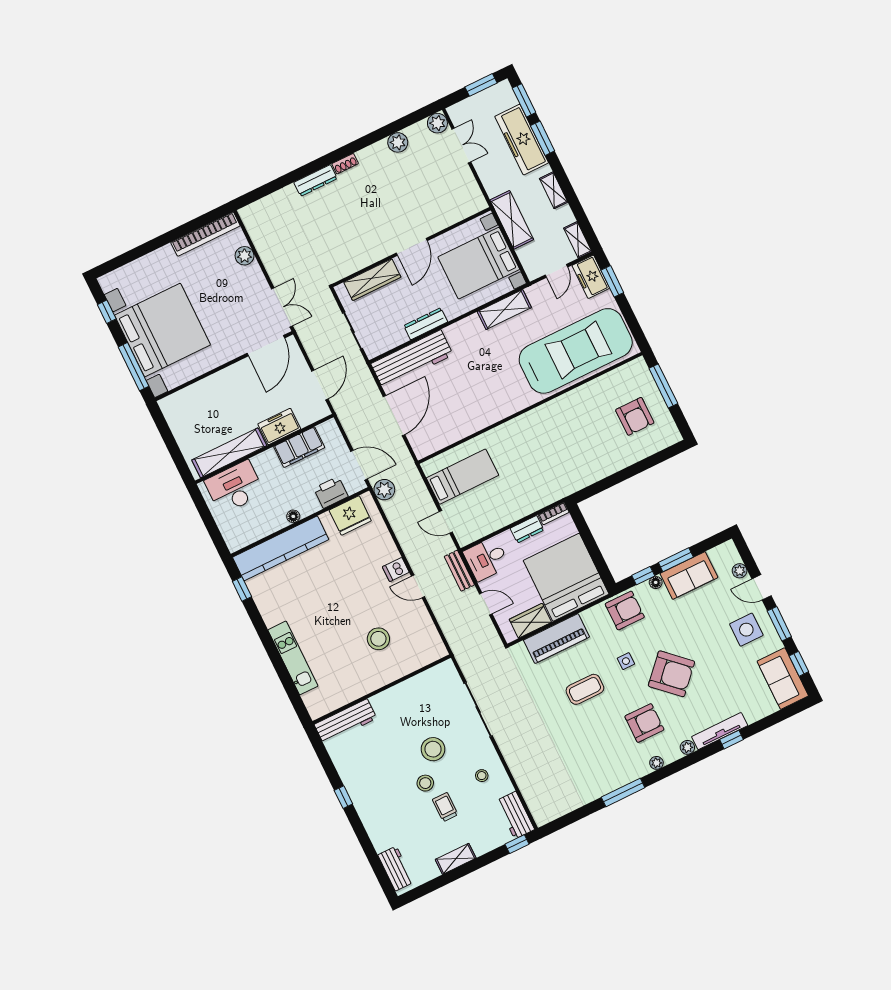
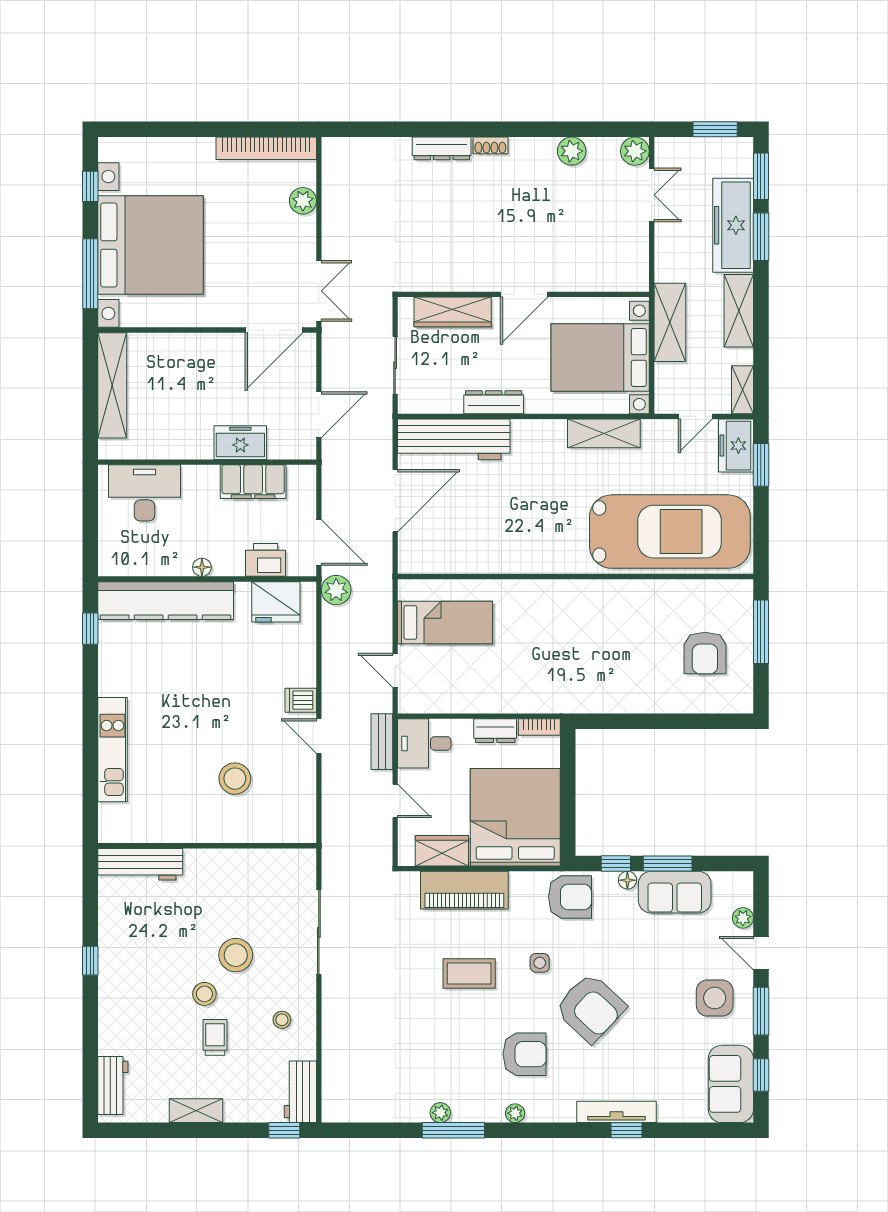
shelving: (554, 190) -> (739, 311), width x1.50, depth x1.33
shelving: (229, 453) -> (112, 385), moved, turned 90
plant: (687, 747) -> (440, 1113), moved

